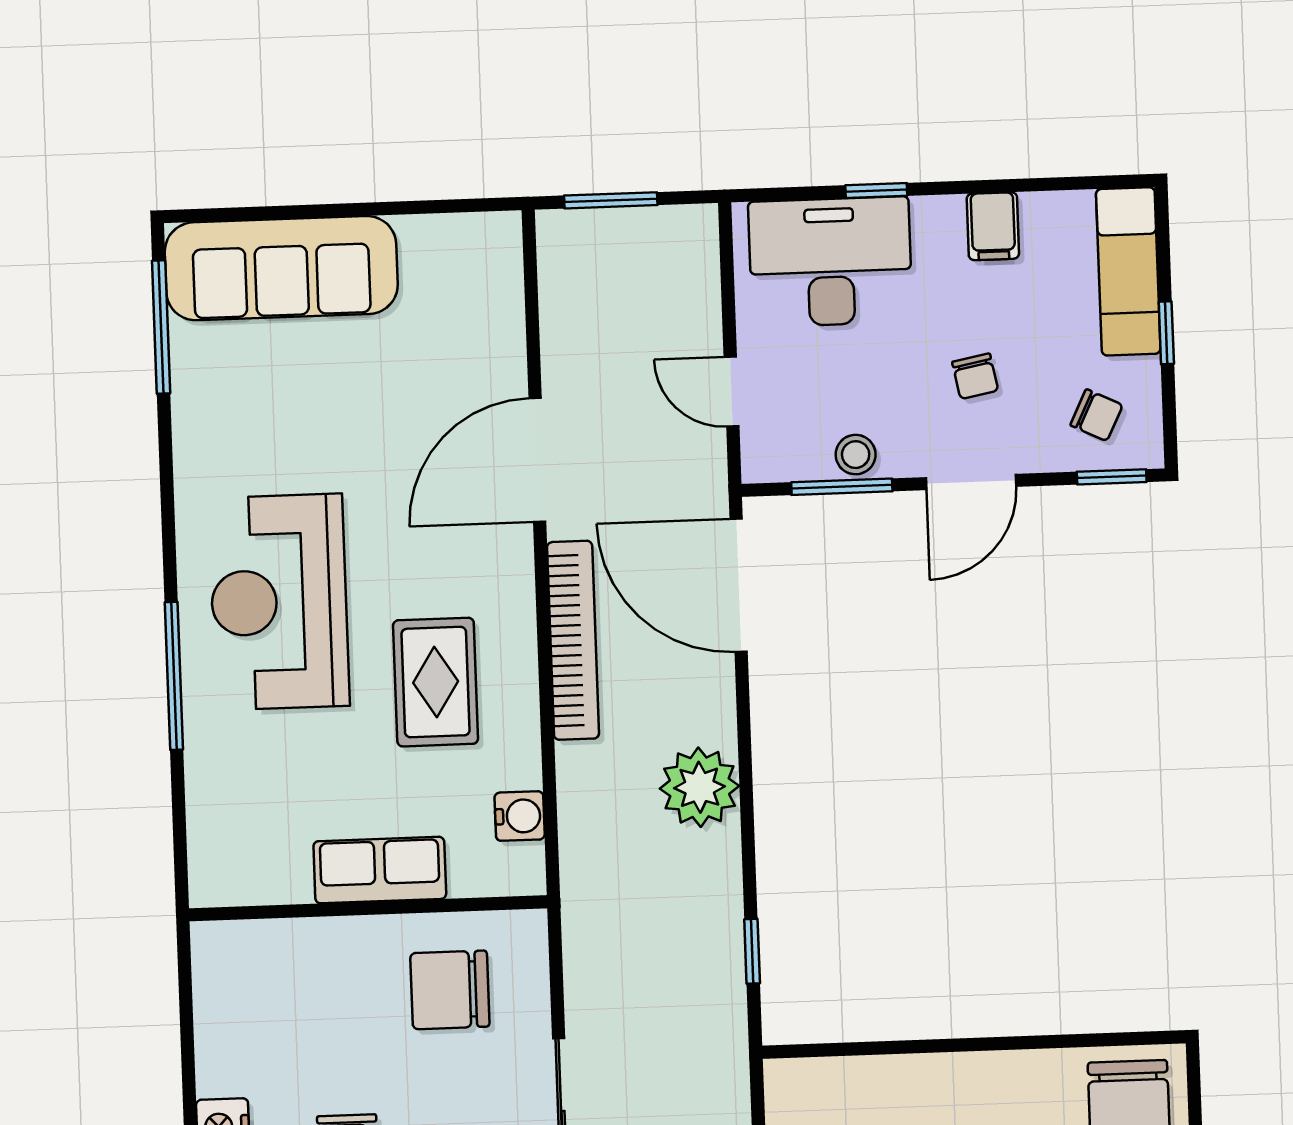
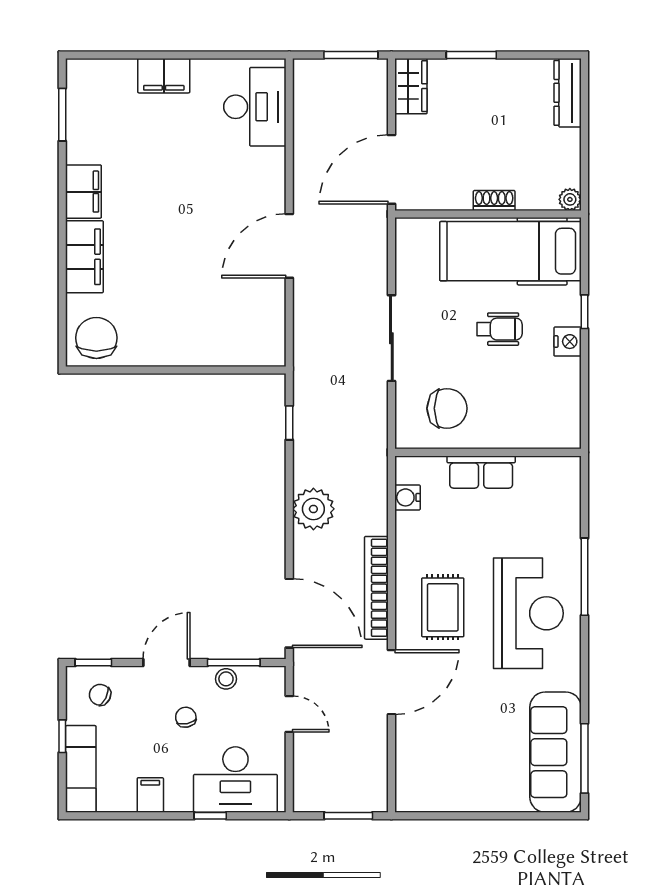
sofa: (281, 268) -> (555, 752), moved, turned -90
chair: (975, 376) -> (186, 717), moved
rug: (436, 682) -> (443, 607), moved

